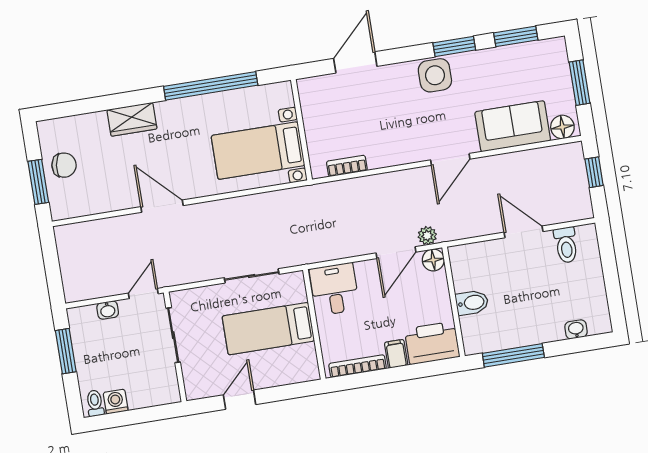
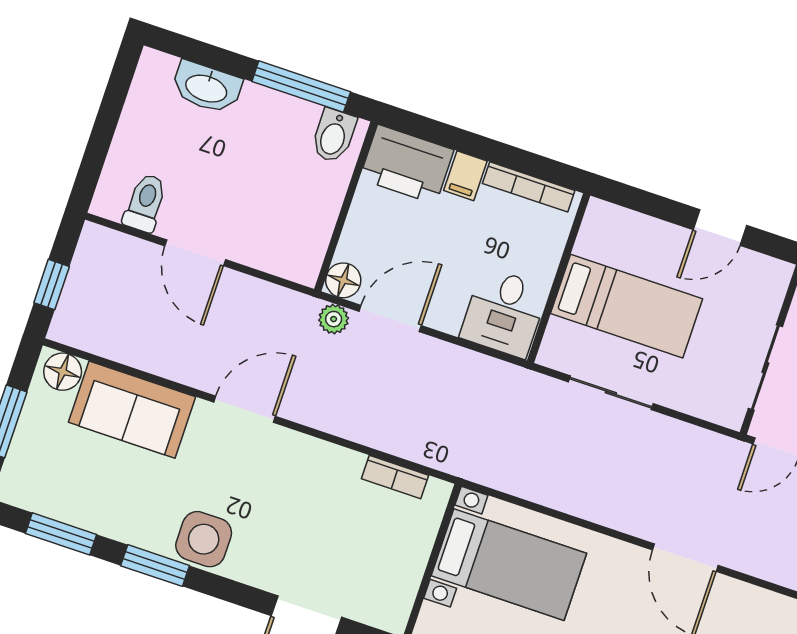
bidet: (472, 303) -> (334, 136), moved, turned -90
washbasin: (576, 329) -> (207, 87), width x1.91, depth x1.45

